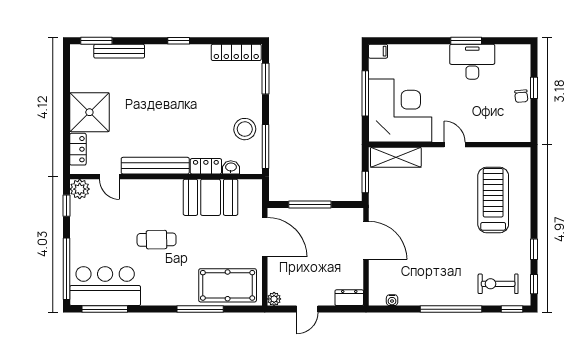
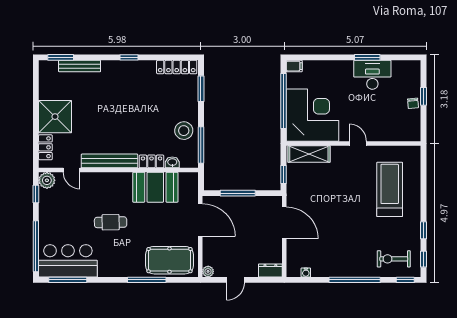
window: (365, 93) -> (284, 101), width x1.46

